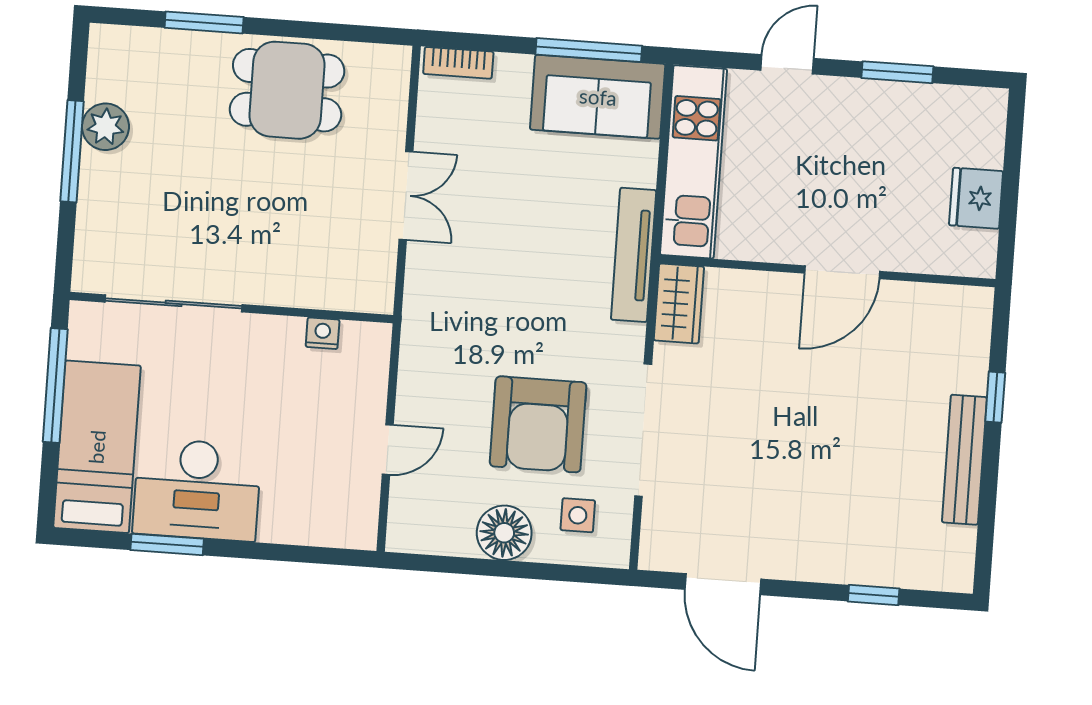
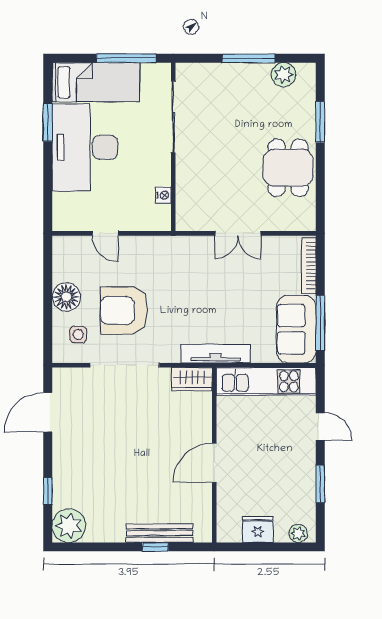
bookcase: (458, 63) -> (309, 266), width x1.56
plant: (989, 121) -> (298, 533), added
plant: (105, 127) -> (284, 75), moved
door: (842, 272) -> (214, 463), hinge flipped
bench: (964, 460) -> (160, 533), moved
desk: (197, 490) -> (85, 147), width x1.36, depth x1.30
plant: (943, 559) -> (69, 526), added

